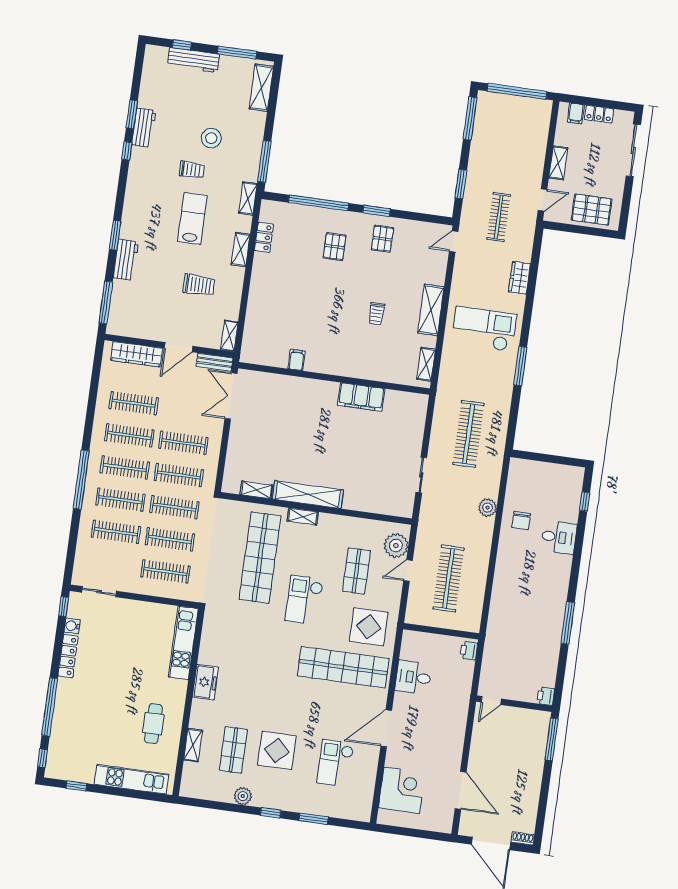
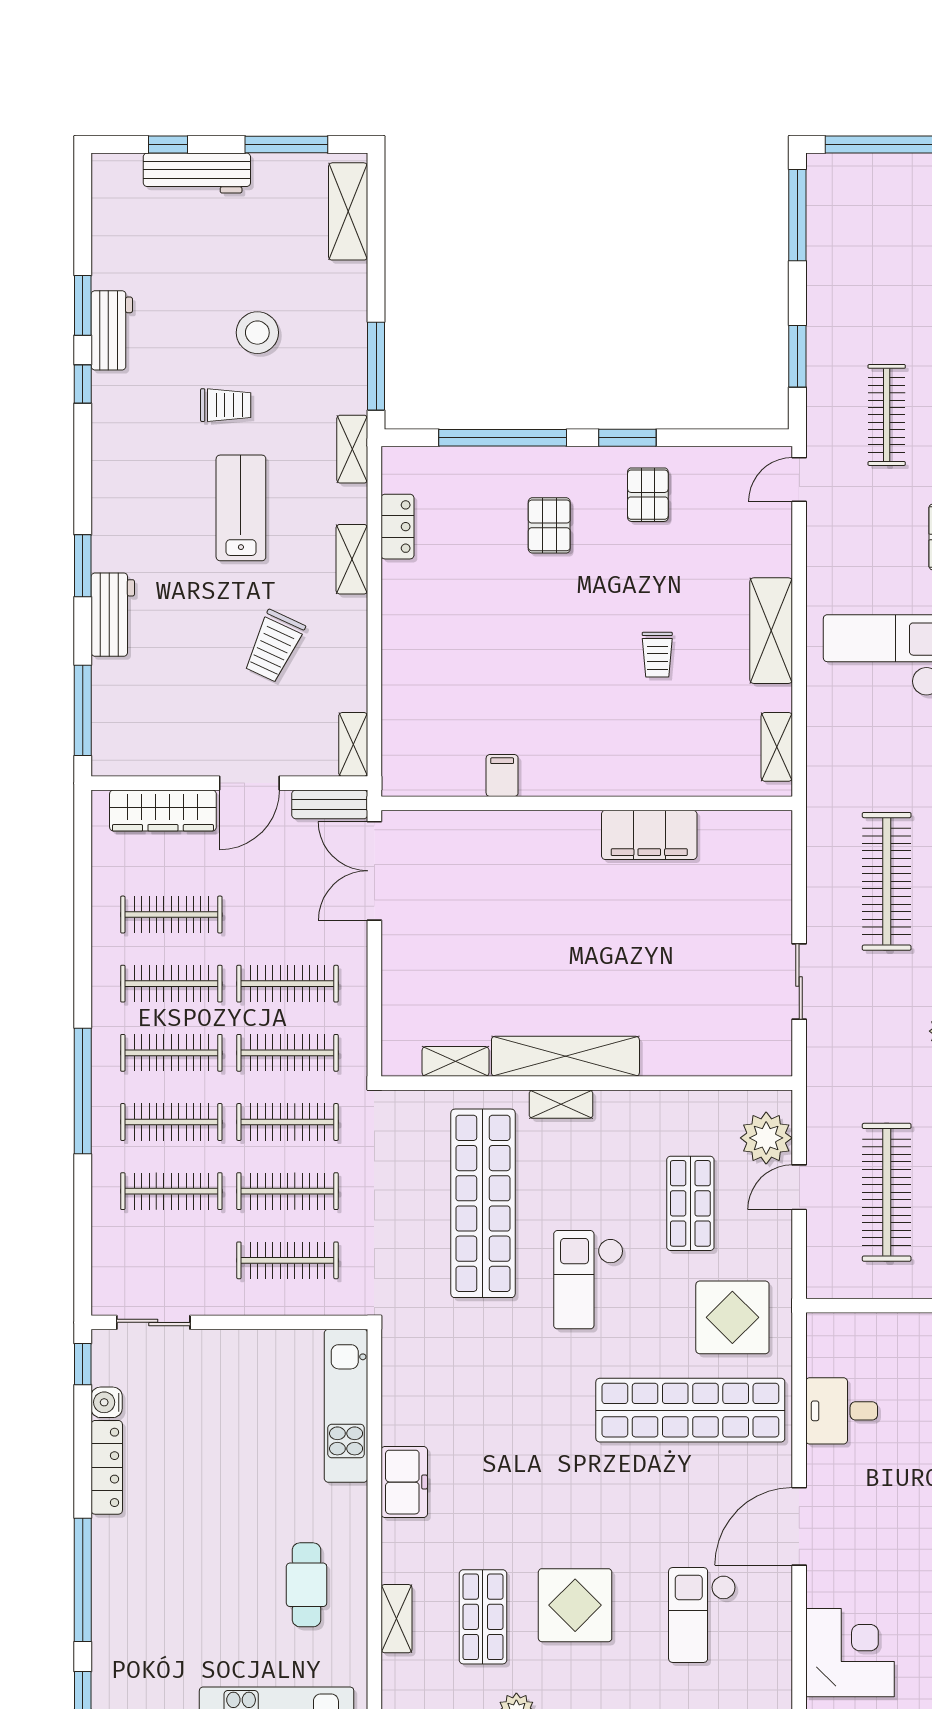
trolley: (199, 285) -> (274, 646), turned 115

